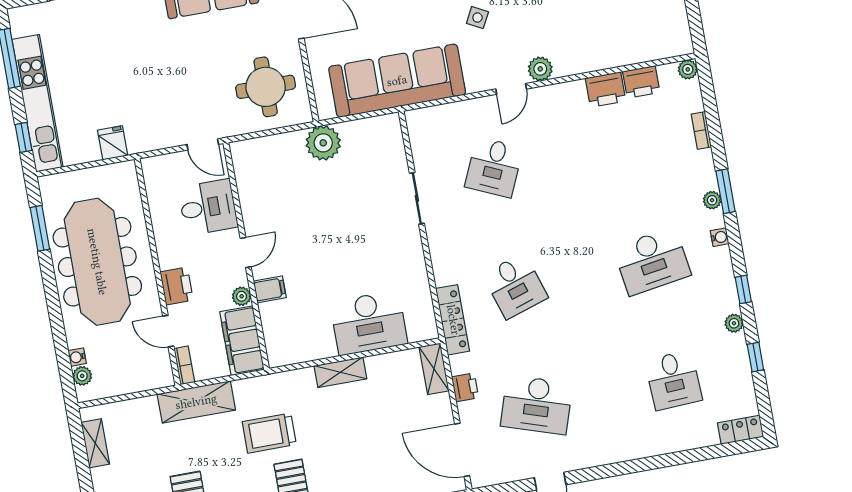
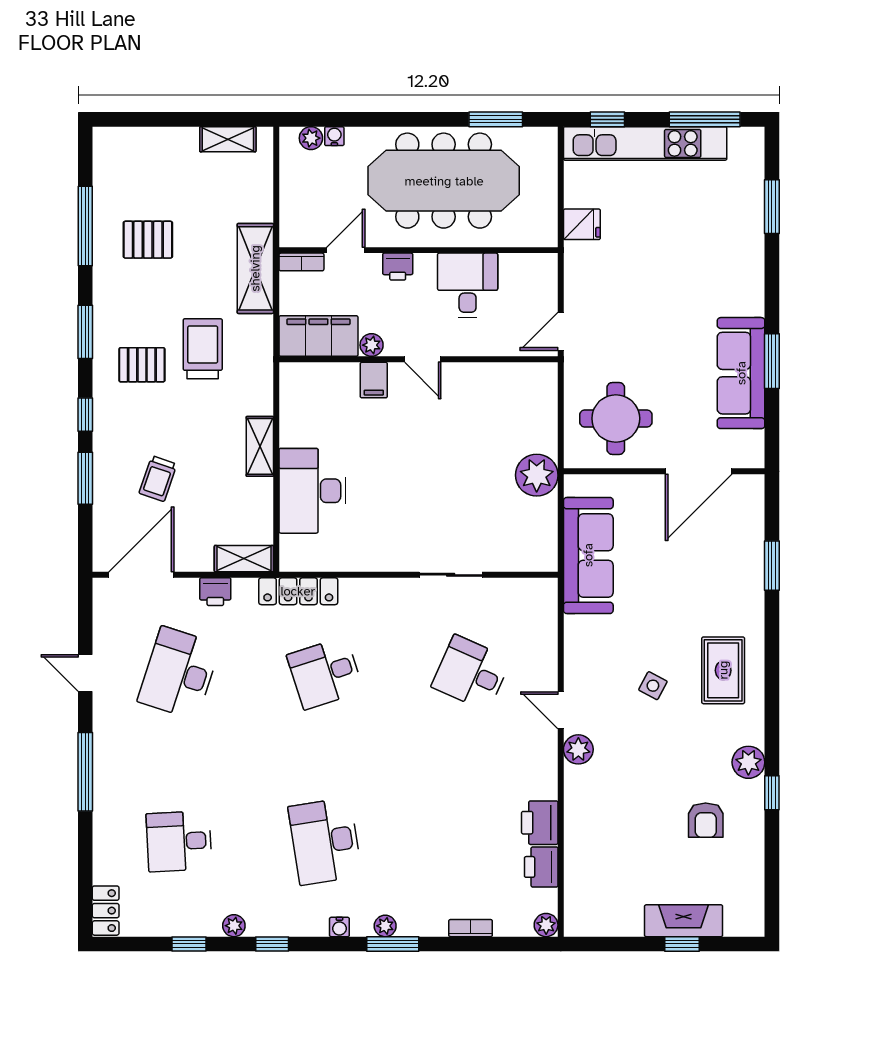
sofa: (397, 81) -> (588, 555), width x0.74, depth x0.79
desk: (208, 207) -> (468, 285), moved, turned 180
printer: (177, 286) -> (398, 267), width x0.73, depth x0.81
trolley: (381, 450) -> (158, 479), added
window: (631, 467) -> (85, 772), added

